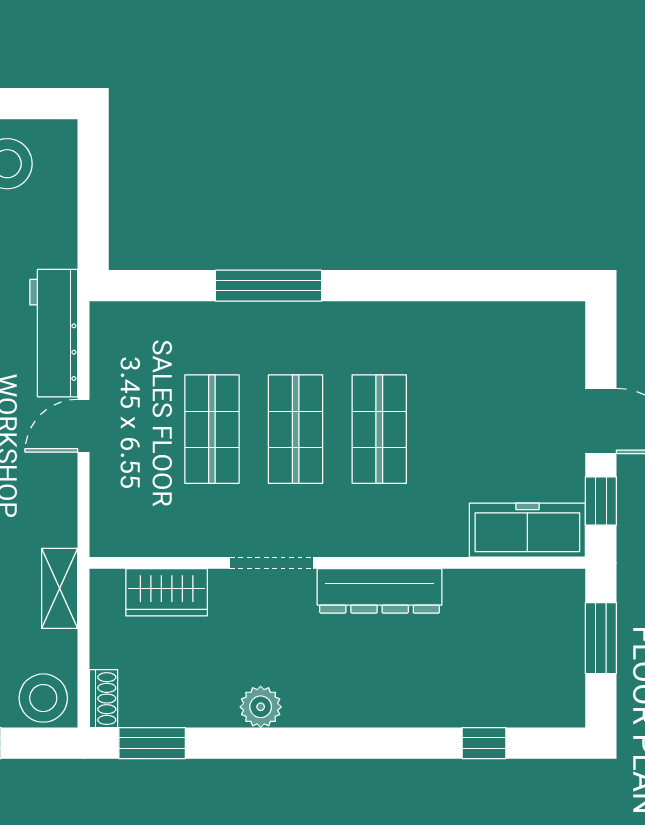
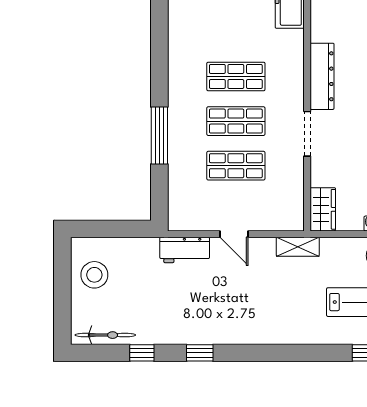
workbench: (54, 333) -> (185, 250), width x0.73
shelving: (60, 588) -> (298, 247), moved
wardrobe: (167, 592) -> (323, 209), moved

